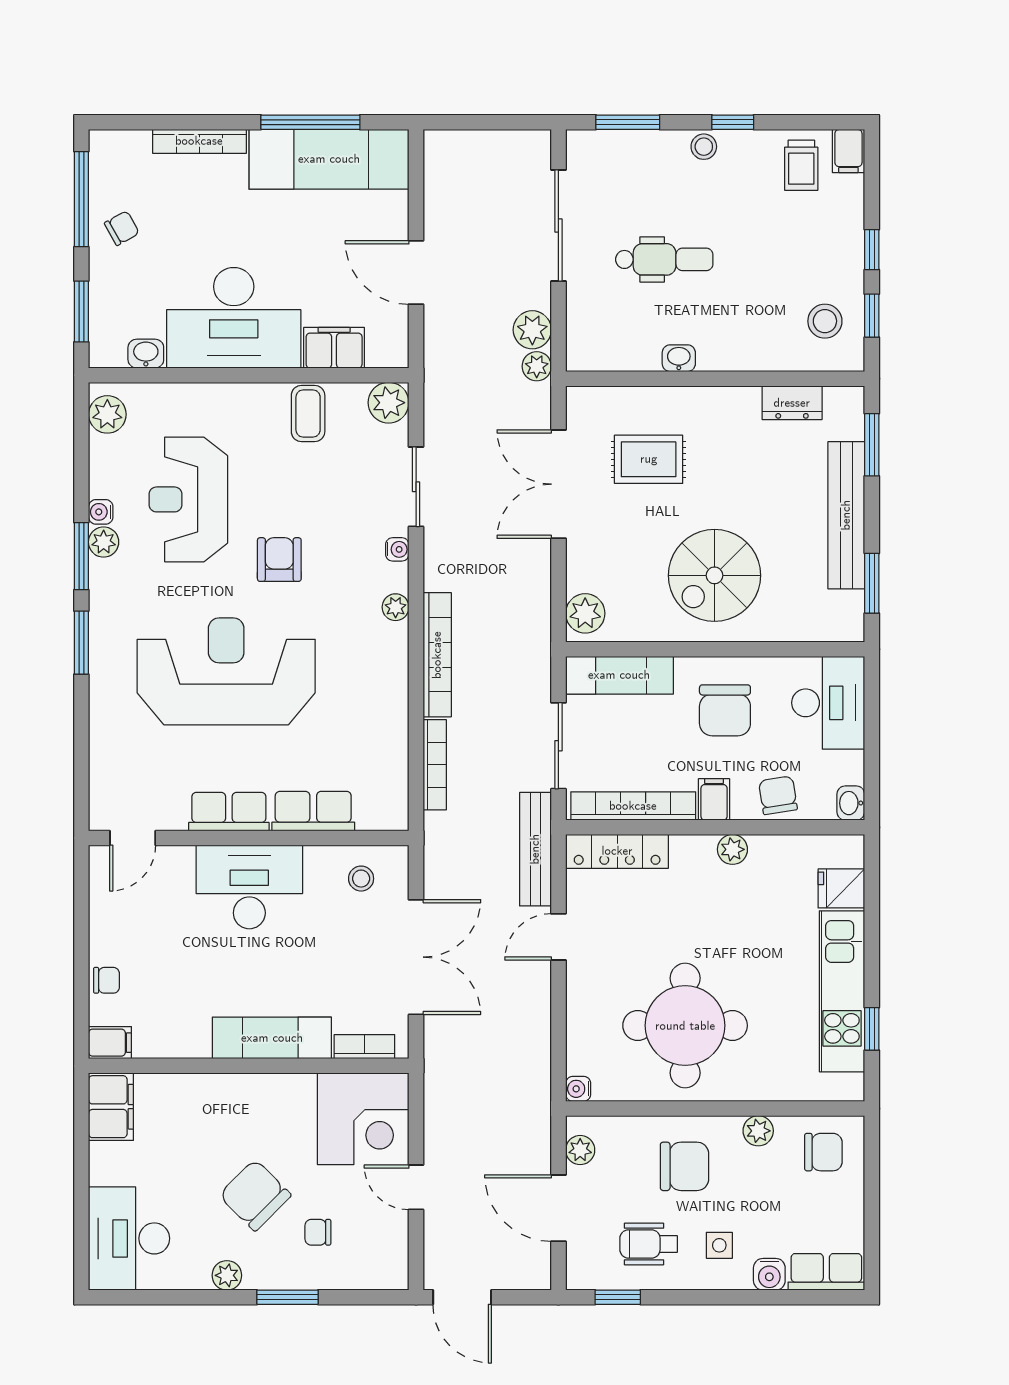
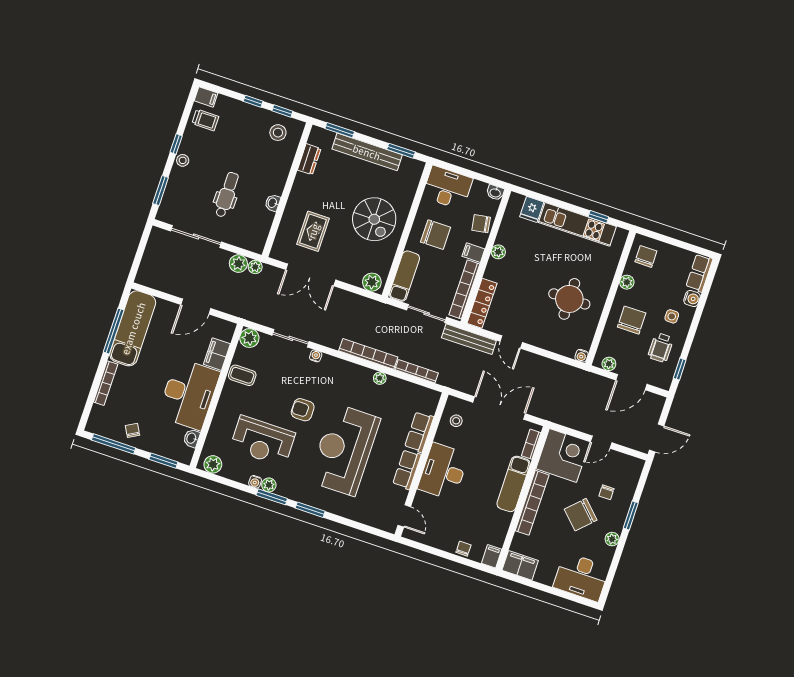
plant: (396, 607) -> (380, 378), moved
round table: (685, 1026) -> (569, 299), width x0.73, depth x0.73
bookcase: (246, 1088) -> (532, 503), added

